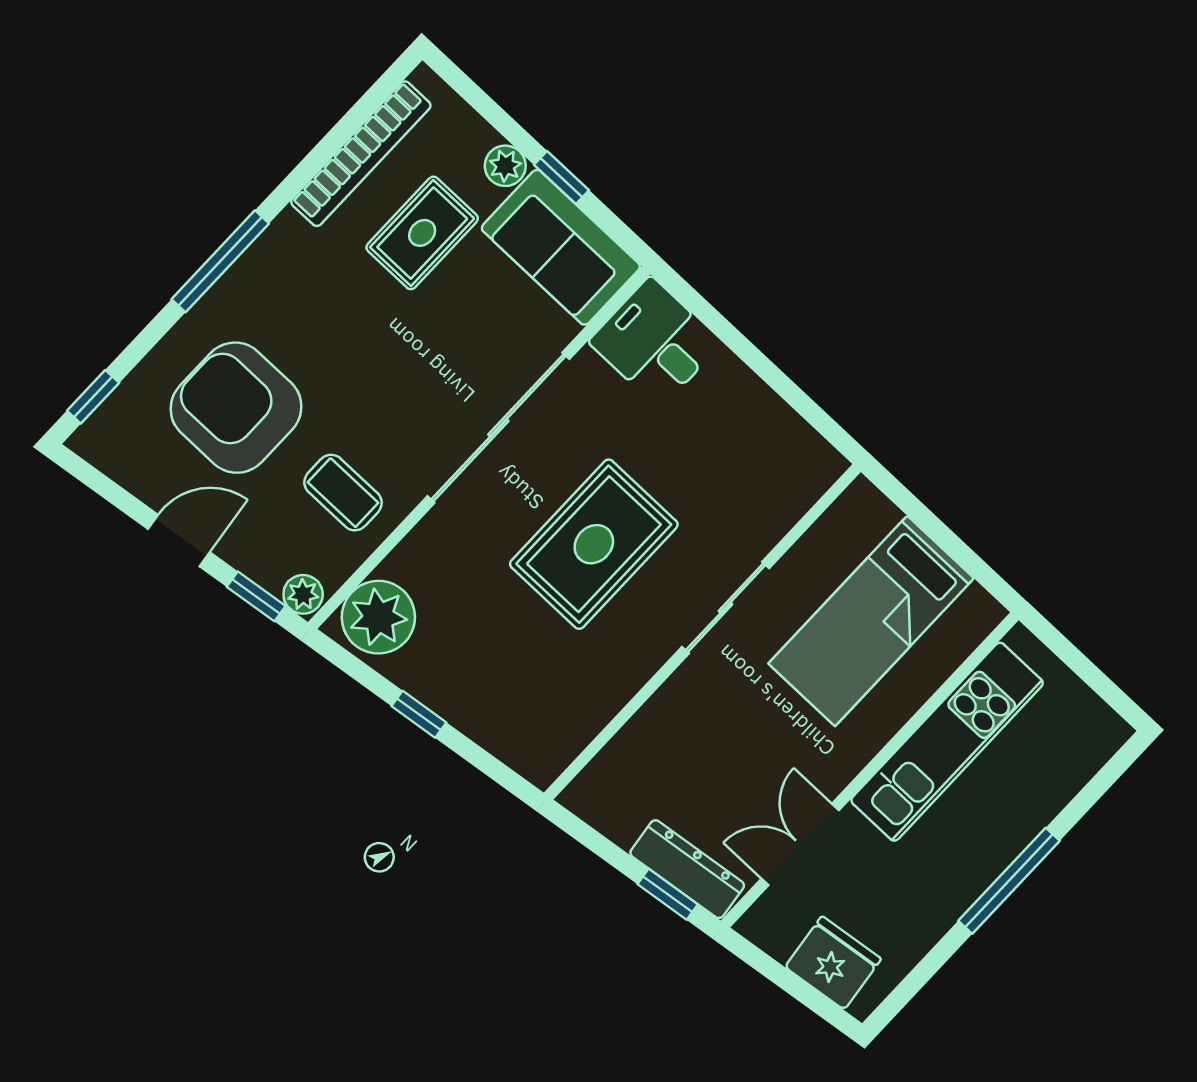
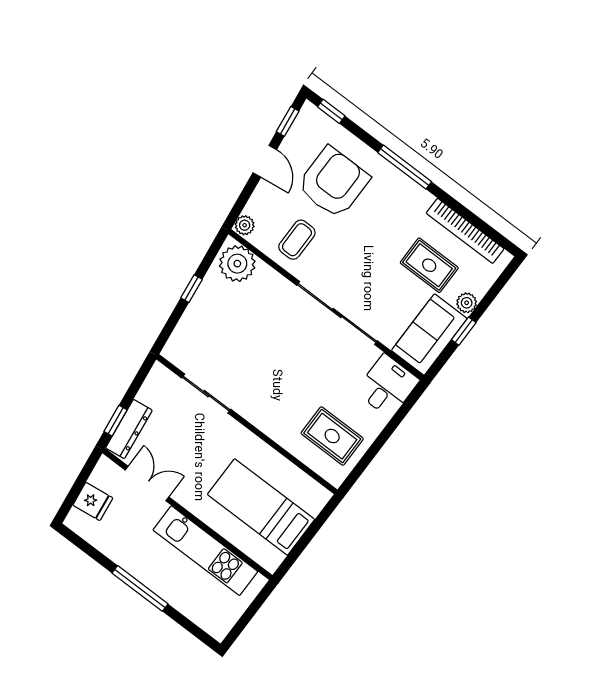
rug: (594, 544) -> (332, 436), moved, width x0.73, depth x0.70
window: (256, 596) -> (288, 121), moved
sliding door: (726, 608) -> (206, 394), moved
fridge: (833, 963) -> (93, 502), width x0.72

